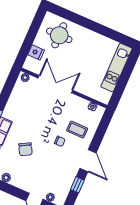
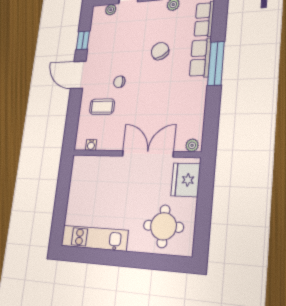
fridge: (36, 52) -> (186, 180), width x1.88, depth x1.34
kitchen unit: (116, 68) -> (94, 238), moved, turned -90
double door: (55, 84) -> (148, 154), swing flipped

